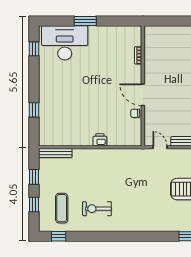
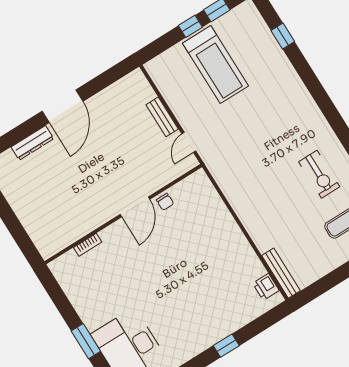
window: (34, 110) -> (226, 346), moved
printer: (100, 140) -> (266, 287), moved
window: (34, 177) -> (329, 281), removed

